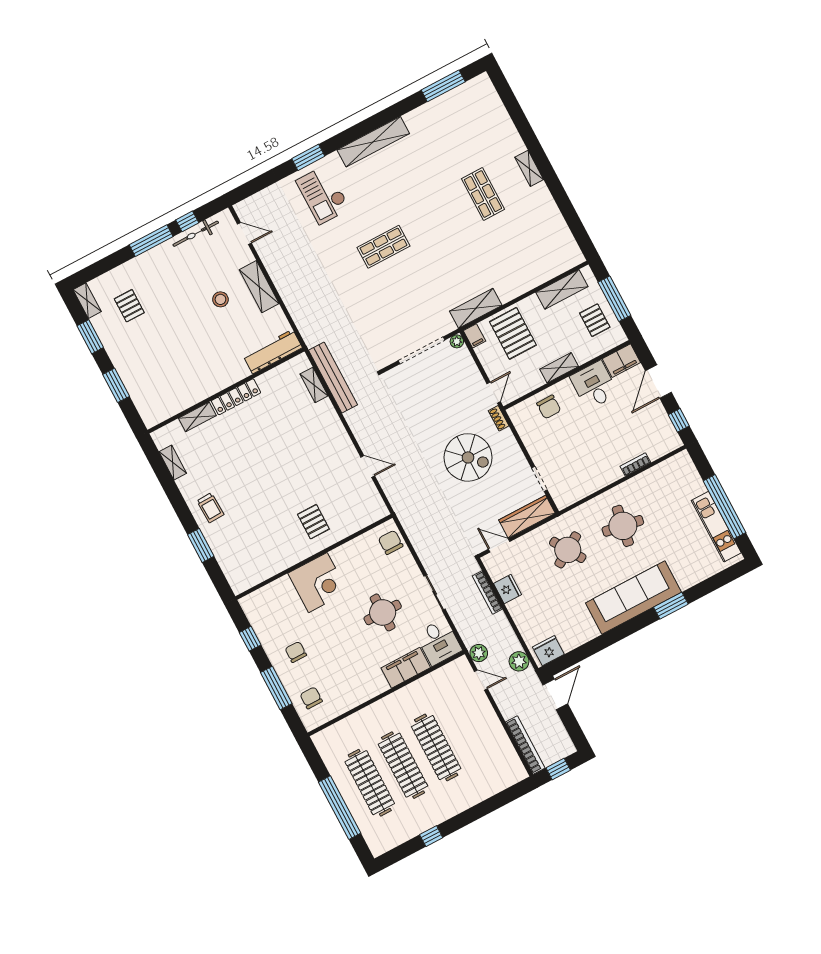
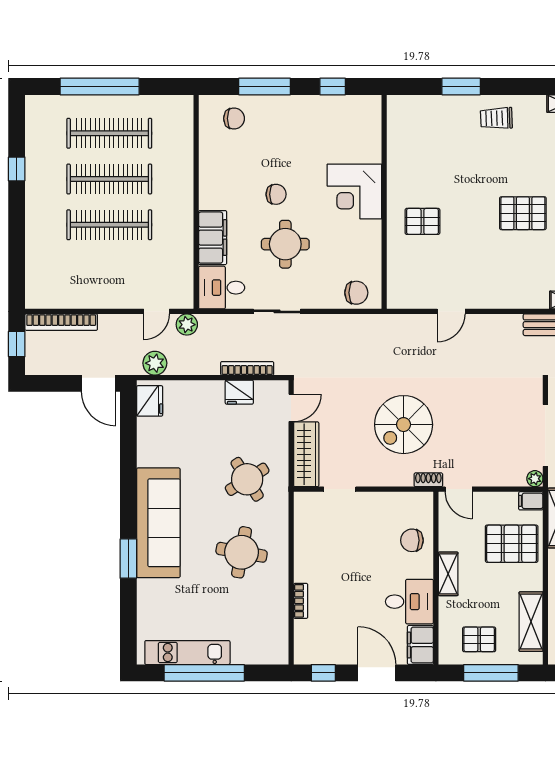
pallet: (269, 452) -> (523, 213), added
chair: (296, 652) -> (276, 194), moved

